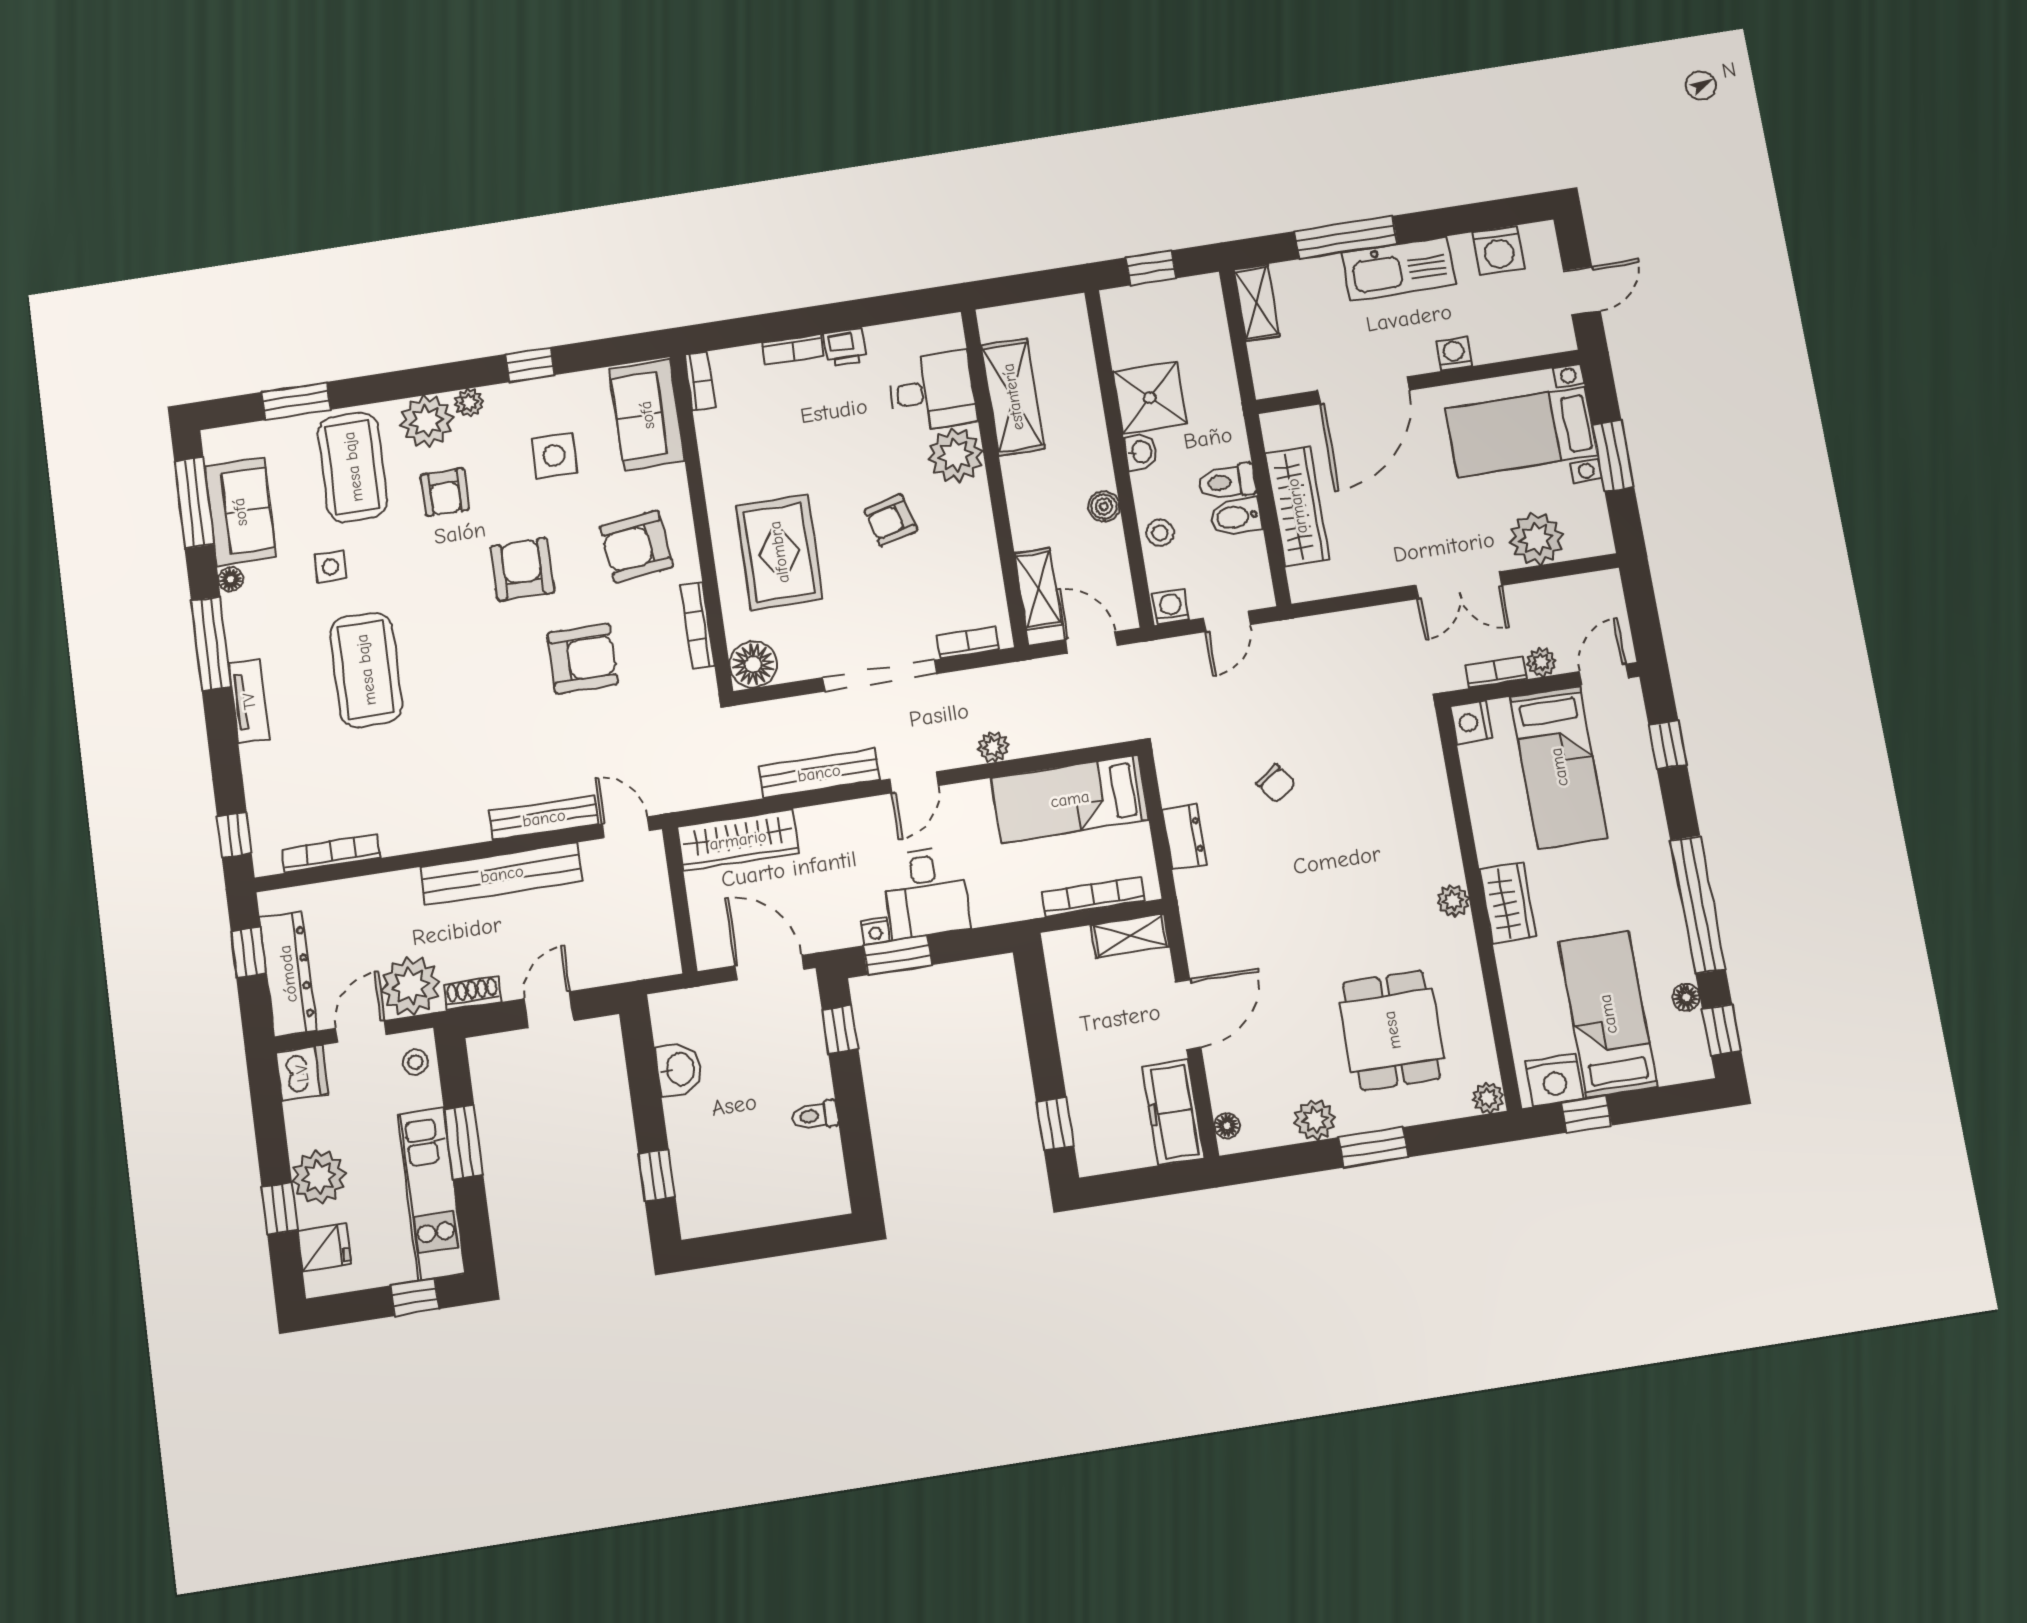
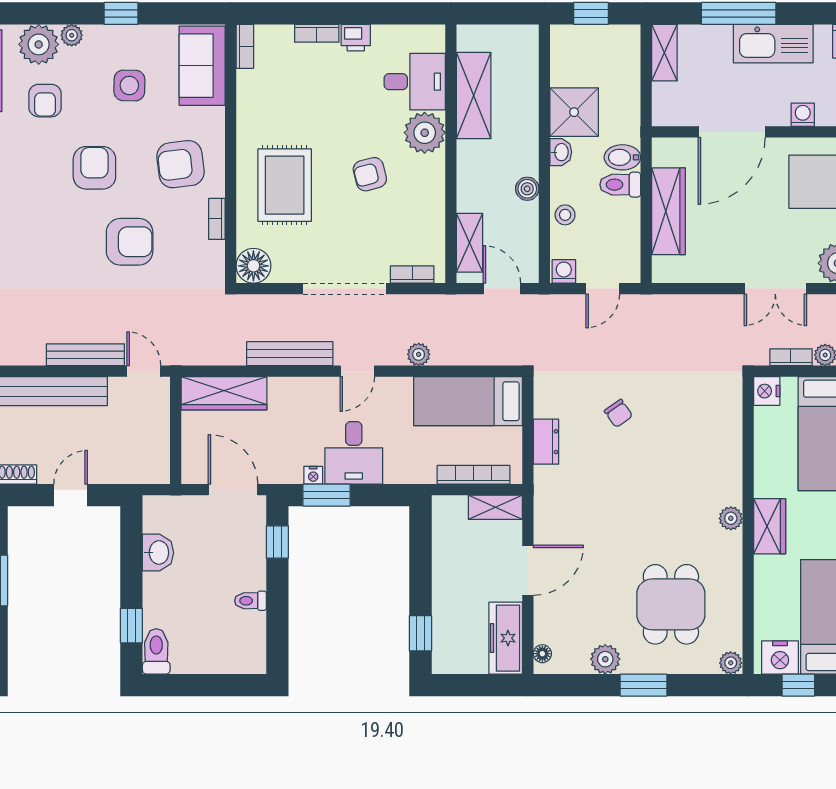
bidet: (1236, 517) -> (622, 157), moved
bookcase: (697, 626) -> (217, 219), width x0.64
toilet: (696, 1206) -> (156, 651), added

